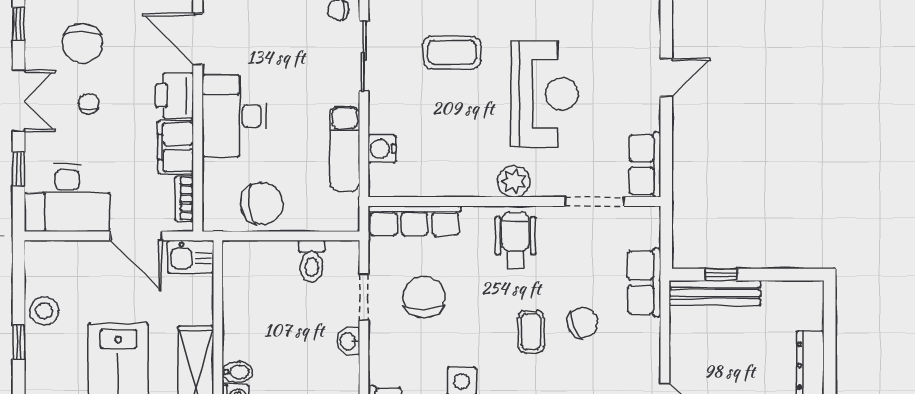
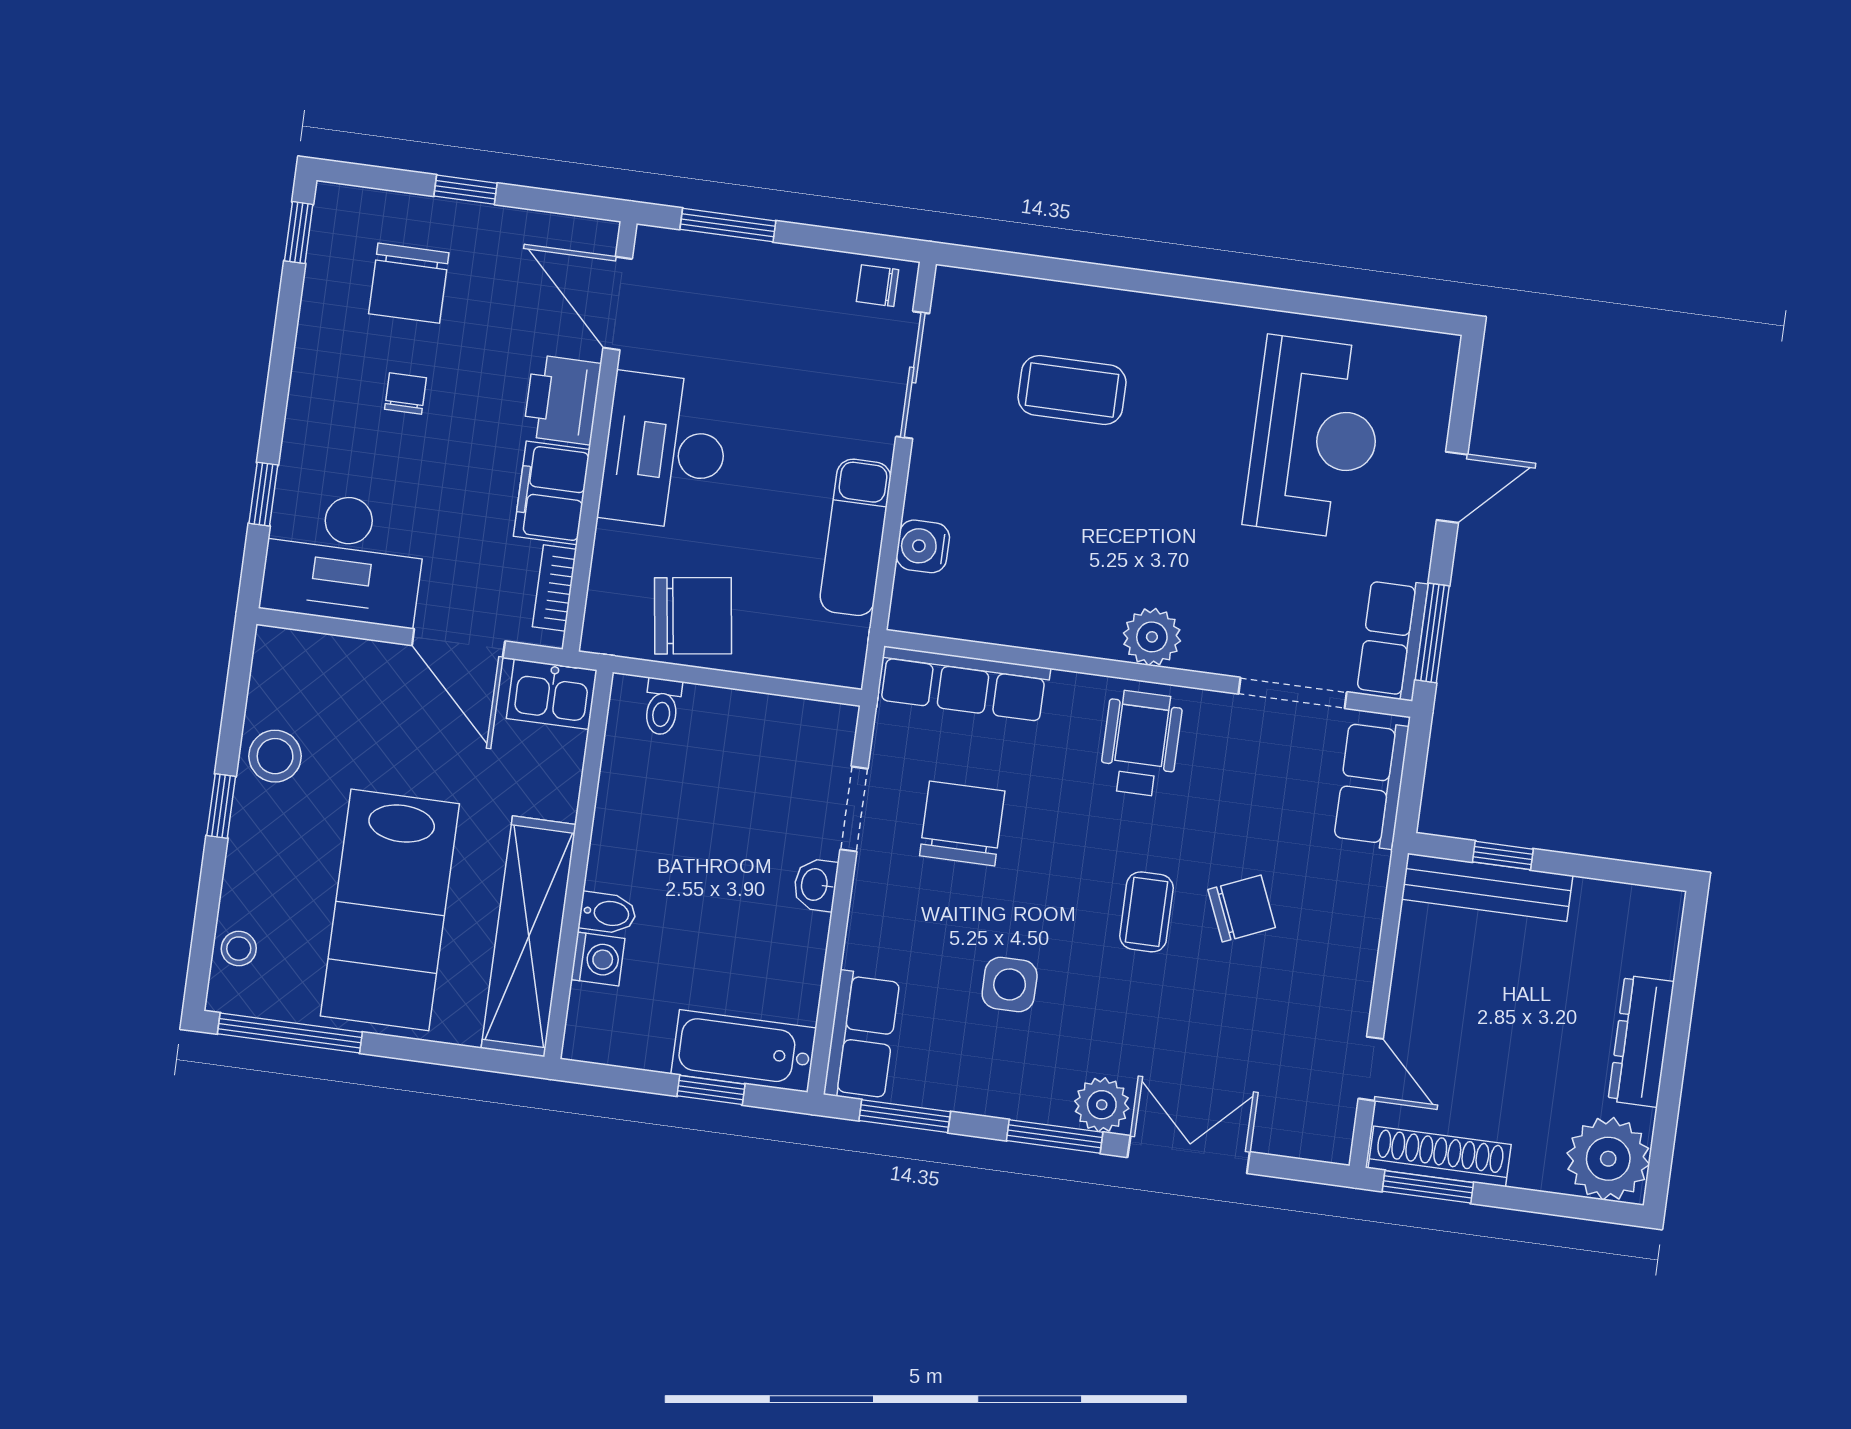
reception desk: (544, 94) -> (1315, 437), moved
double door: (19, 101) -> (280, 371), removed
window: (666, 158) -> (1432, 633), added
toilet: (312, 261) -> (662, 707), moved, width x0.73, depth x0.72
row of seats: (644, 282) -> (1371, 784), moved

